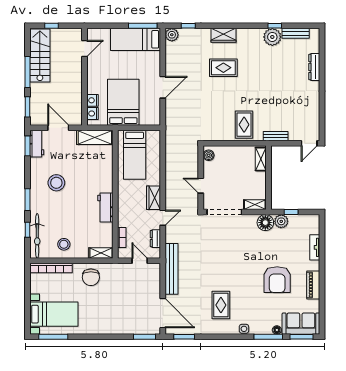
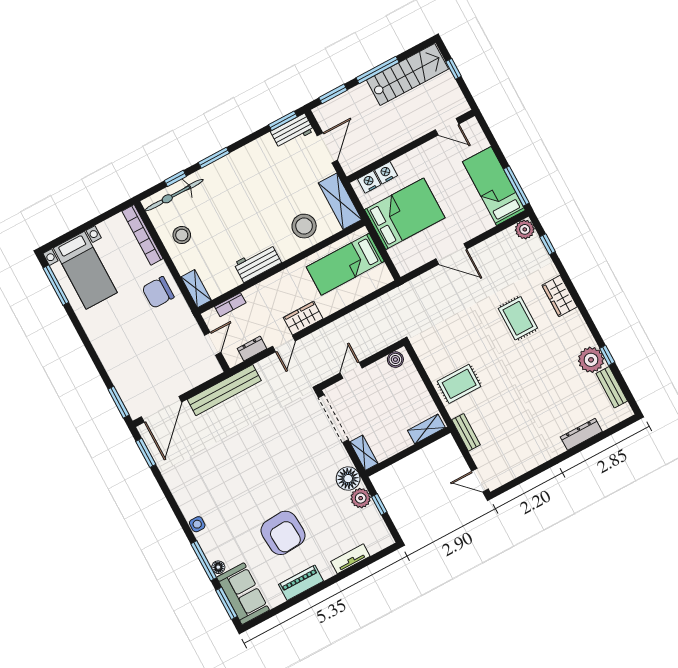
stool: (56, 183) -> (304, 226), moved
door: (163, 218) -> (284, 344), hinge flipped
armchair: (277, 280) -> (283, 533), turned -94
rug: (221, 305) -> (212, 478), removed

